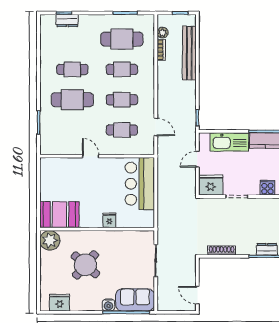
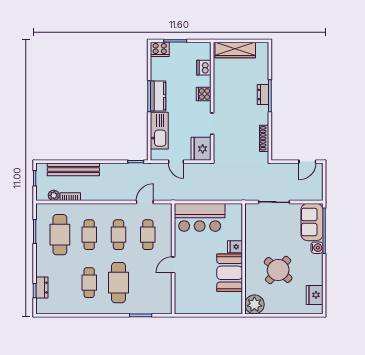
booth: (59, 215) -> (230, 273), moved

